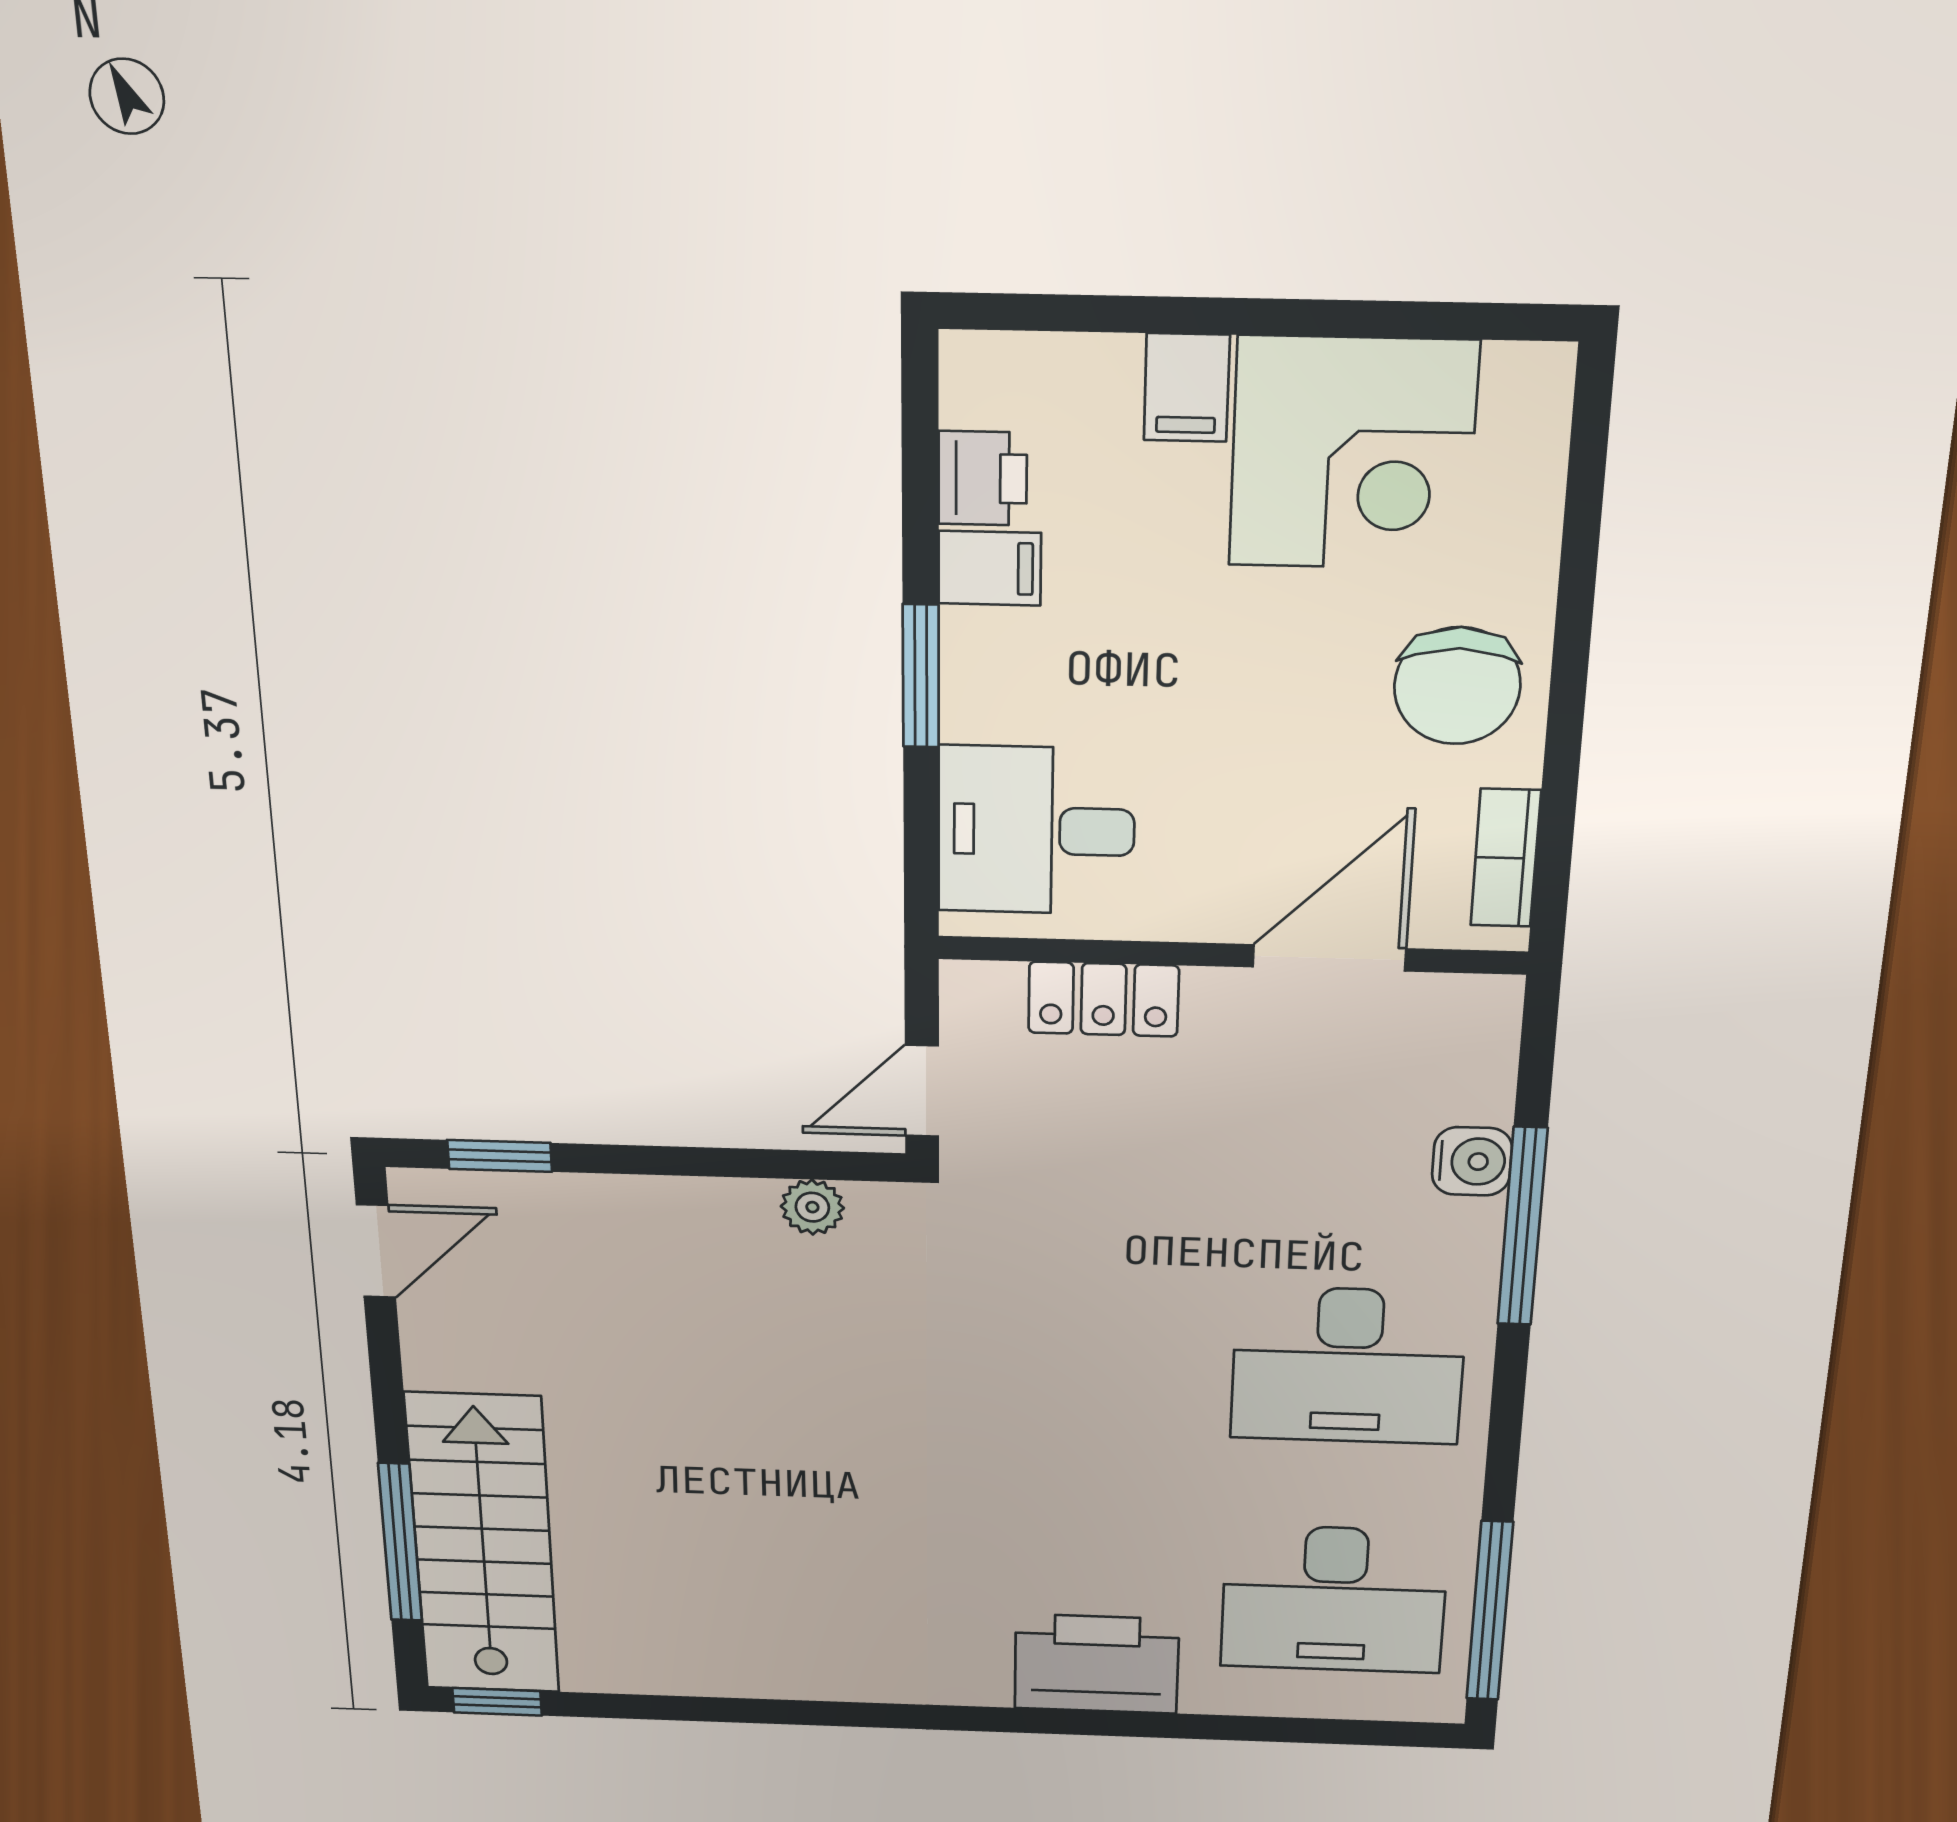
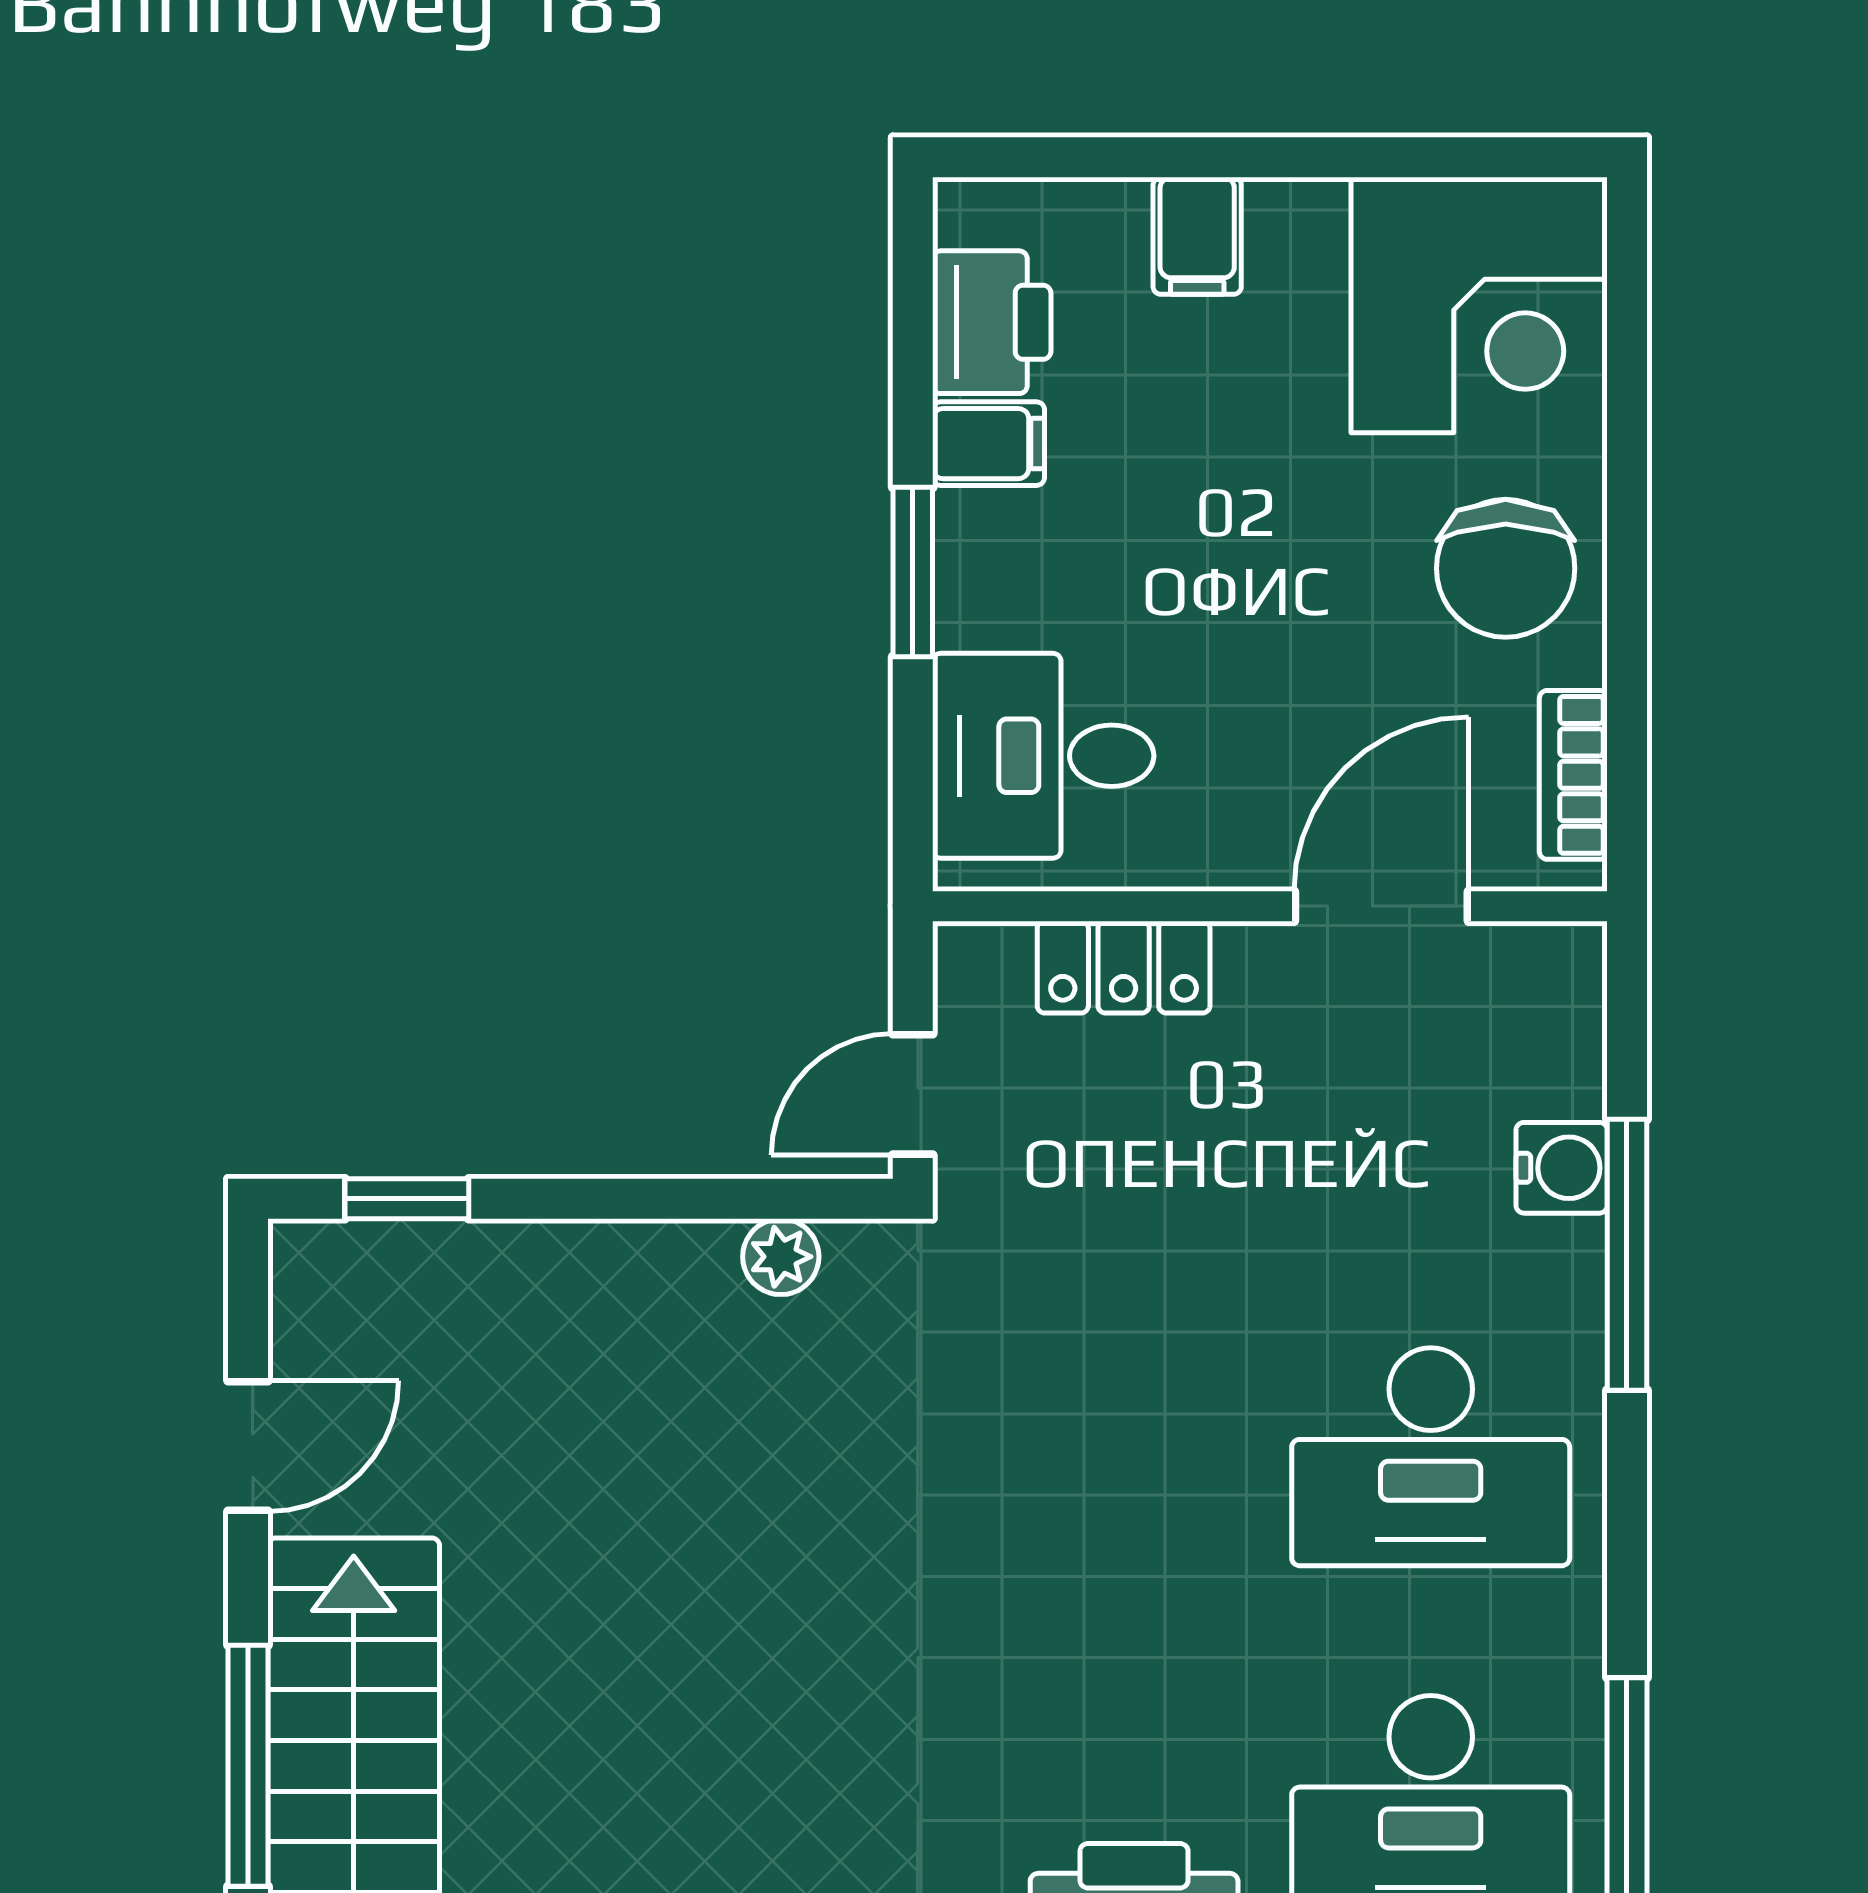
corner desk: (1353, 454) -> (1479, 305), moved
printer: (983, 478) -> (992, 322), width x1.36, depth x1.24
door: (376, 1251) -> (248, 1446), moved

